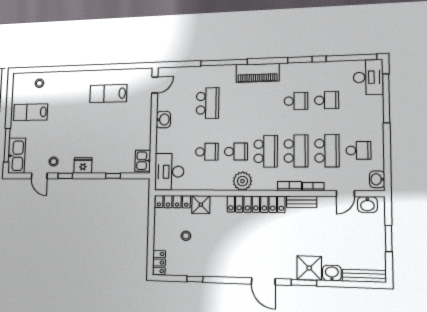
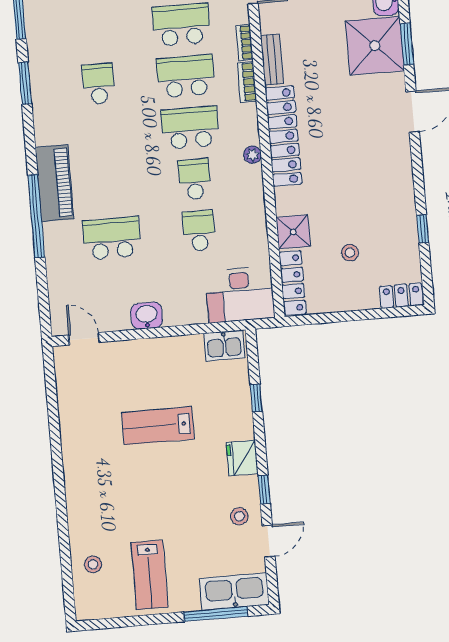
piano: (258, 73) -> (55, 183), moved
lab bench: (108, 94) -> (158, 426), moved, turned 90
school desk: (327, 100) -> (94, 32), removed
plant: (242, 181) -> (252, 155), width x0.53, depth x0.53
shower: (309, 268) -> (375, 46), width x1.37, depth x1.37

